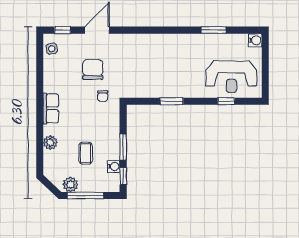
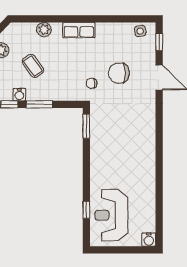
window: (214, 30) -> (159, 197), removed
chair: (93, 69) -> (119, 73), turned 180
window: (172, 101) -> (86, 126), moved
coffee table: (86, 153) -> (33, 66), turned 55

